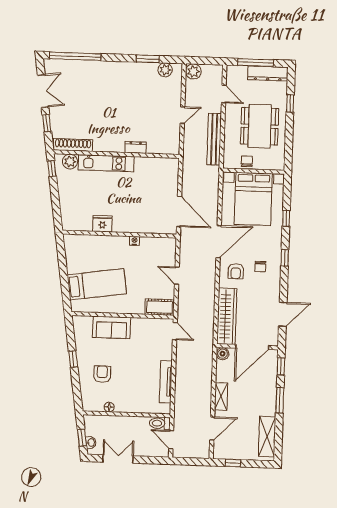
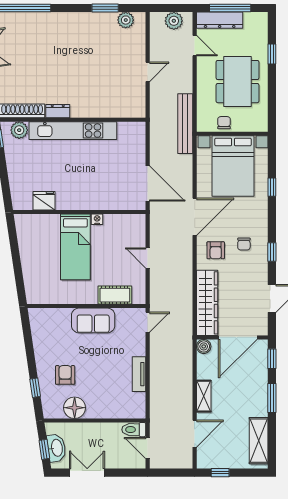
plant: (193, 71) -> (174, 21), moved
dresser: (268, 73) -> (220, 20), moved
bench: (214, 139) -> (185, 124), moved
dresser: (136, 147) -> (58, 111), moved
kitchen unit: (106, 163) -> (73, 131), width x1.36
fridge: (102, 224) -> (44, 201), moved
window: (285, 258) -> (272, 252), moved
bed: (97, 284) -> (75, 247), moved, turned 98
cot: (160, 307) -> (115, 295), moved
sofa: (112, 327) -> (93, 320), moved
door: (175, 331) -> (148, 322), hinge flipped
window: (73, 359) -> (35, 388), moved
tv unit: (166, 382) -> (139, 374), width x0.71
floor lamp: (109, 407) -> (75, 408), width x1.89, depth x1.89
washbasin: (91, 443) -> (56, 448), width x1.91, depth x1.45

